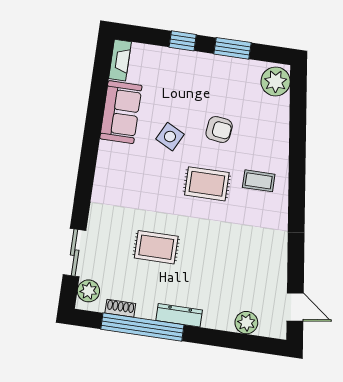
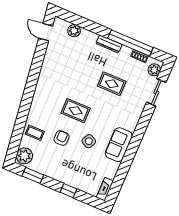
window: (232, 48) -> (33, 175), moved
sofa: (121, 112) -> (119, 145), moved
armchair: (219, 129) -> (61, 138), turned 83
coffee table: (259, 181) -> (35, 133), moved

